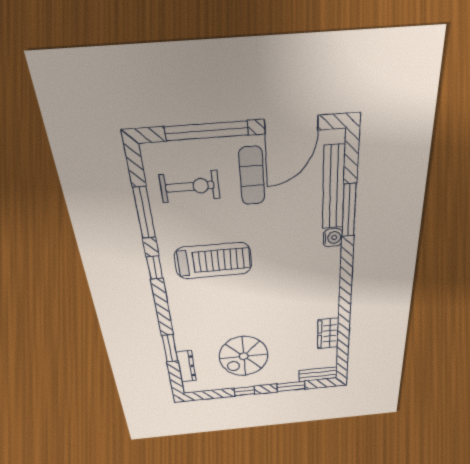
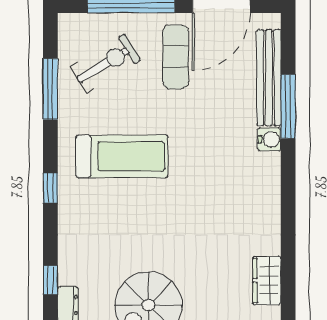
exercise bike: (190, 187) -> (106, 63), turned -31
window: (155, 268) -> (50, 188), moved
window: (170, 348) -> (50, 280), width x0.67

